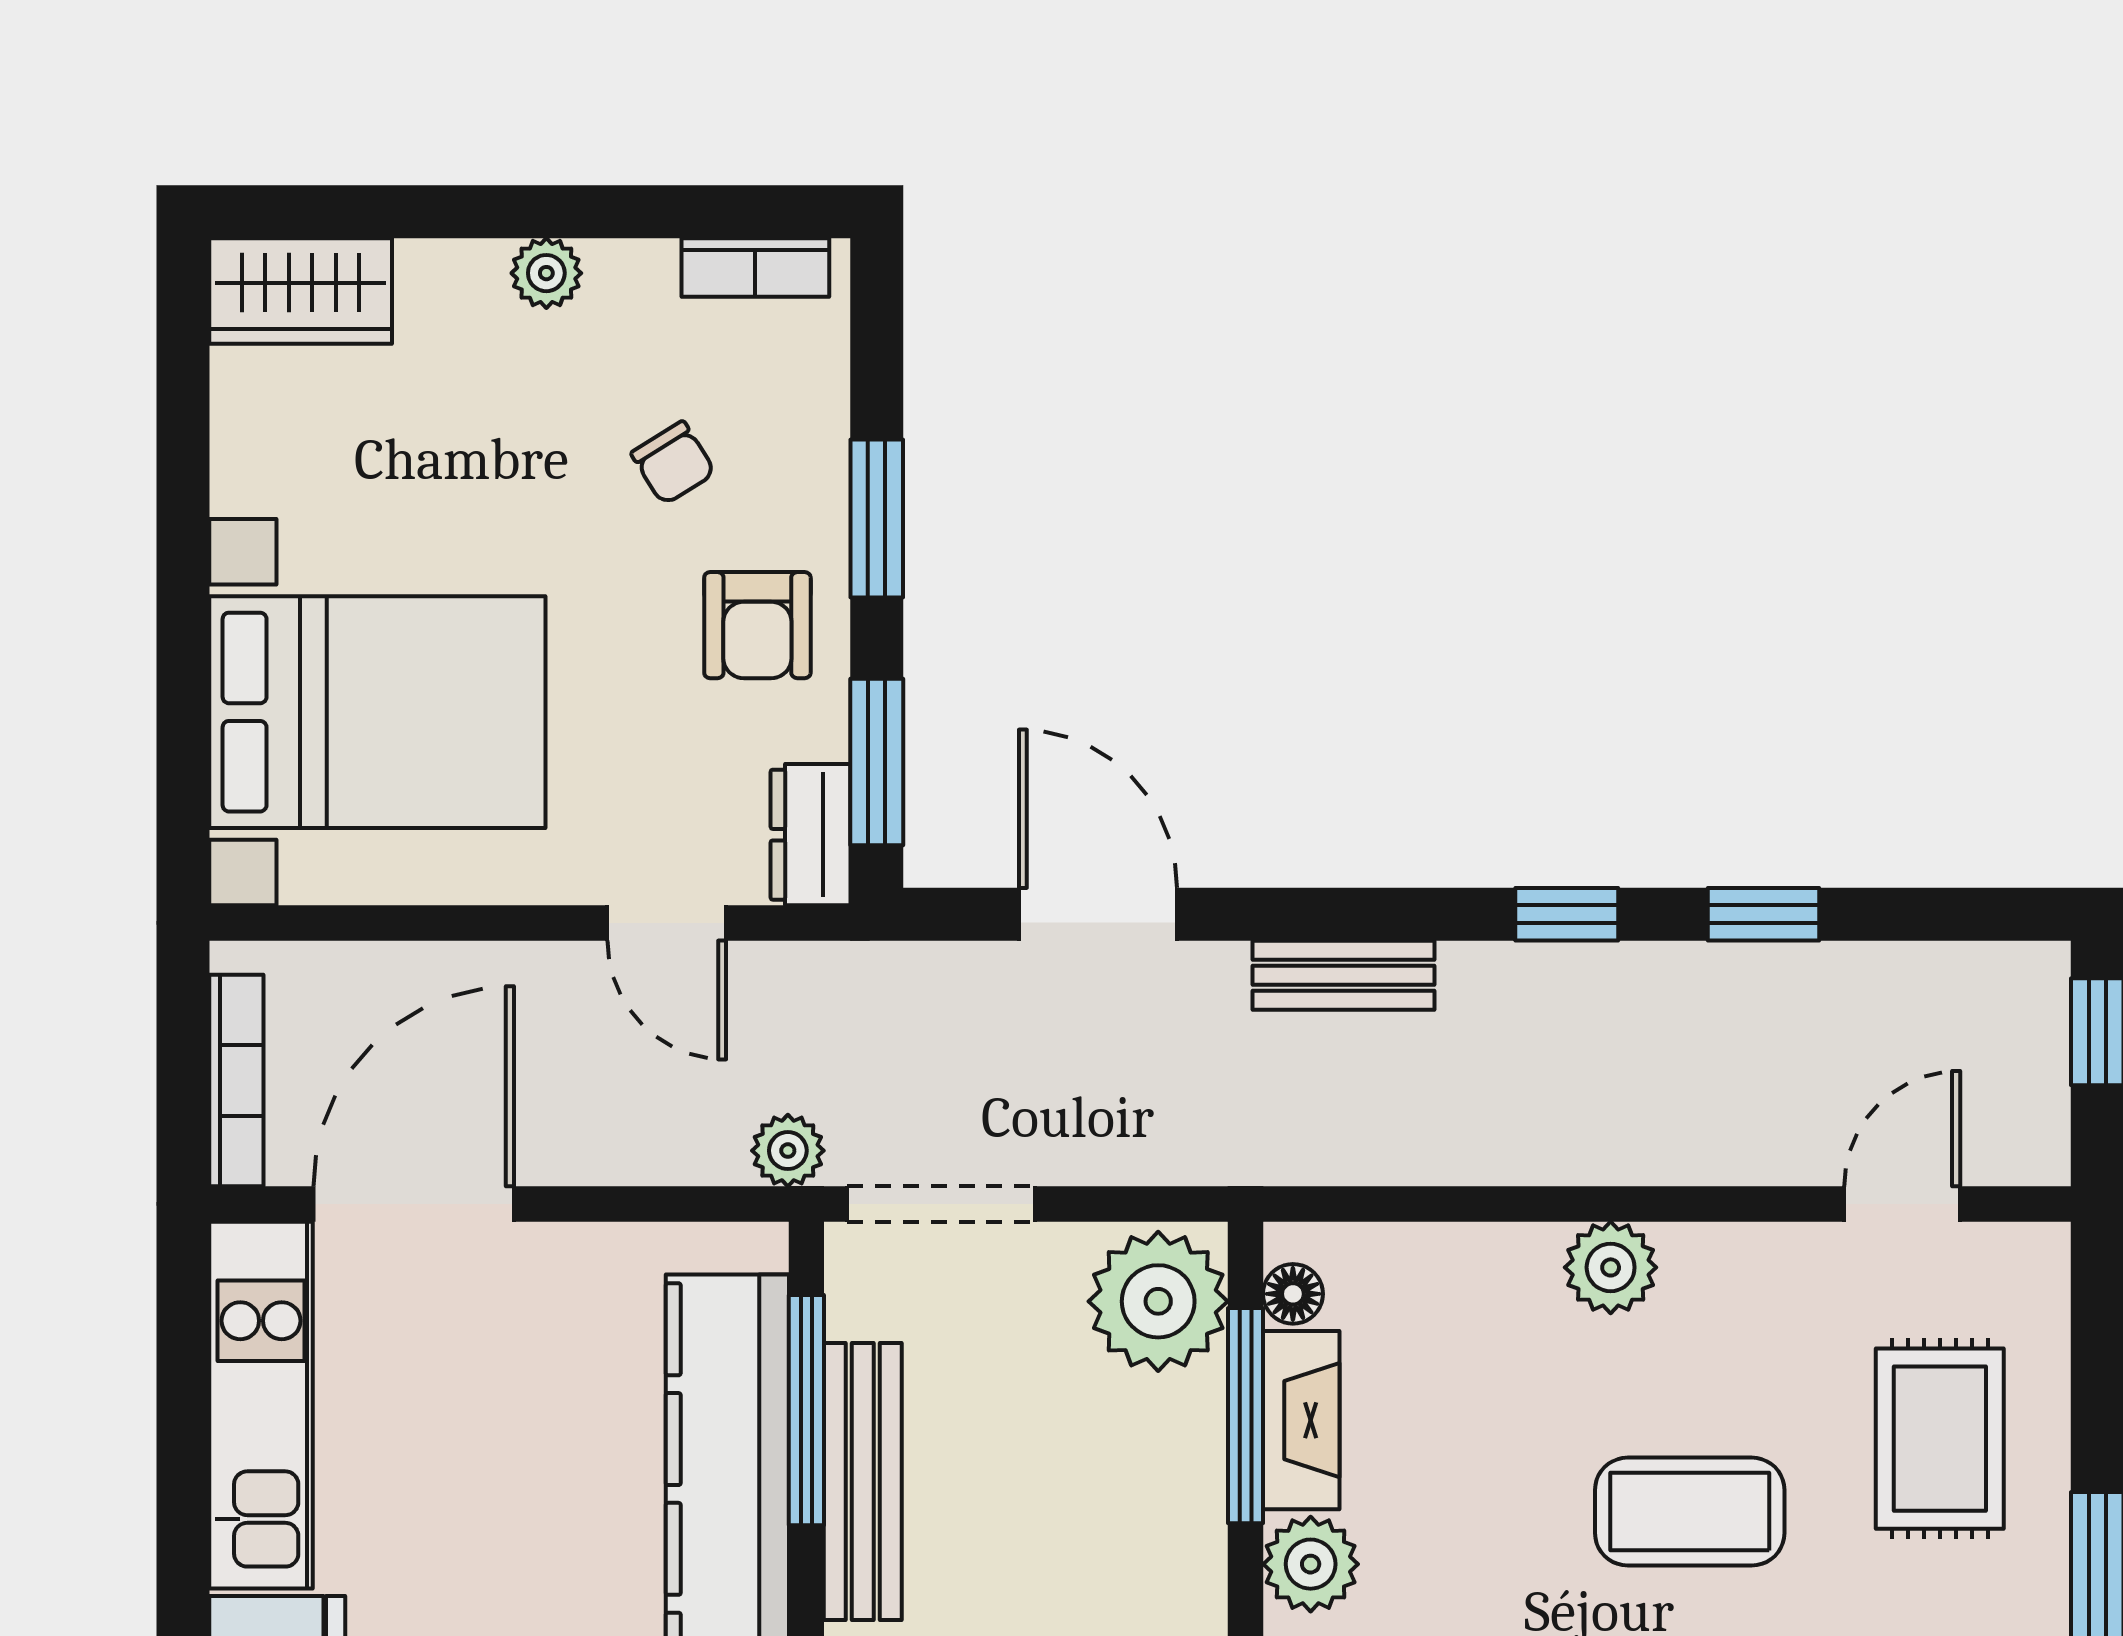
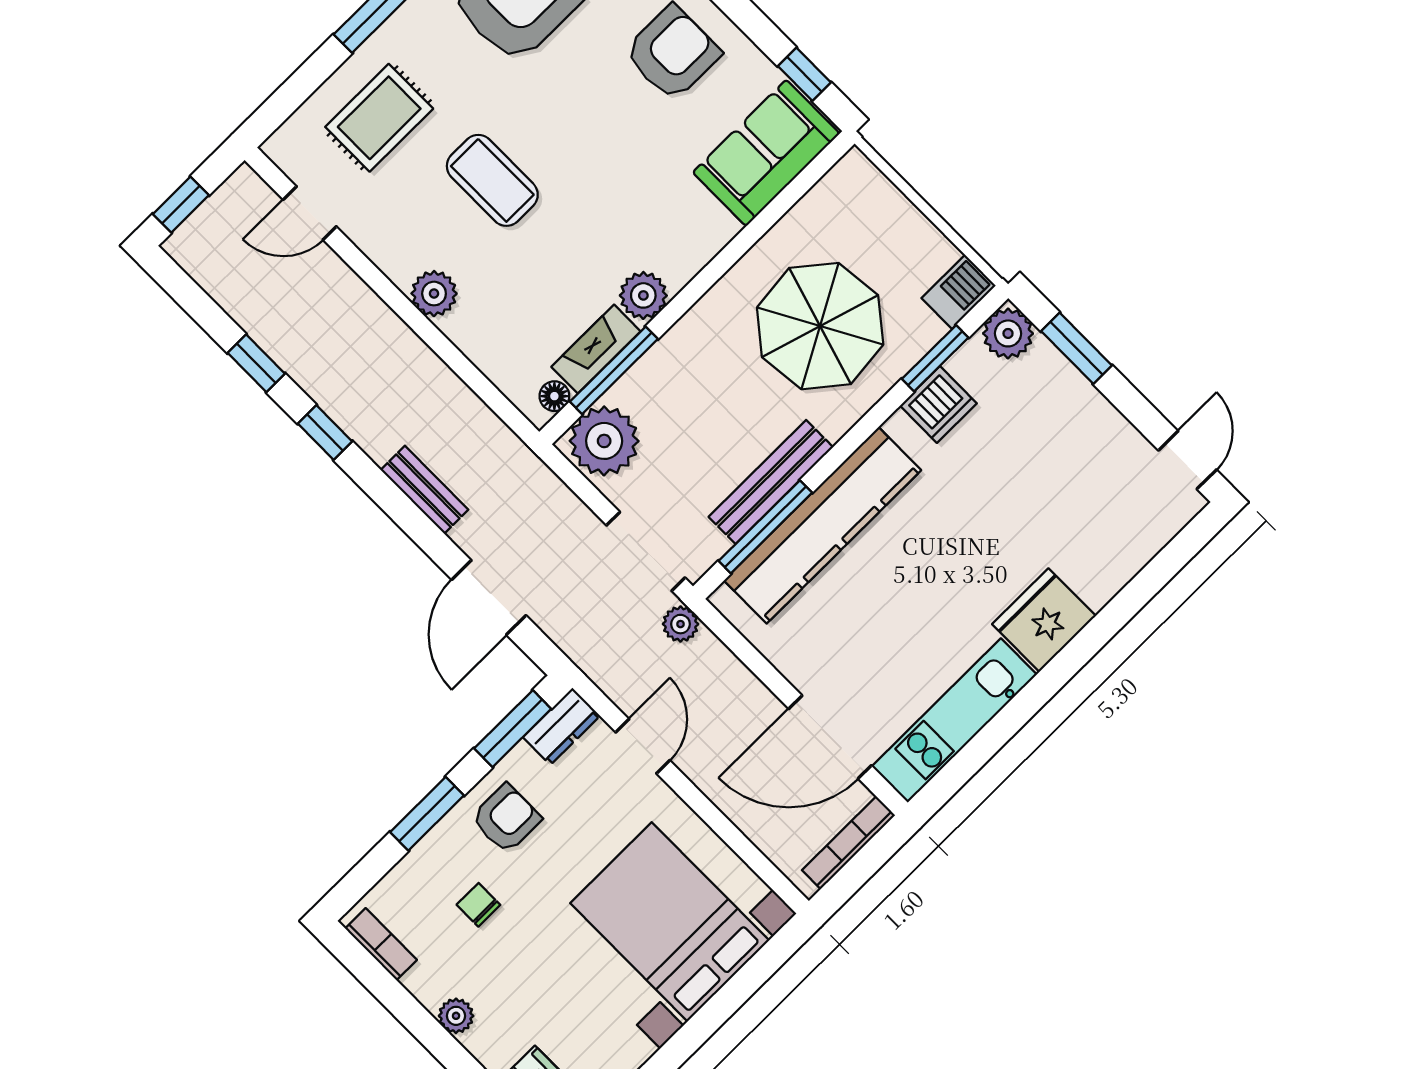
chair: (673, 463) -> (478, 905), turned -58

